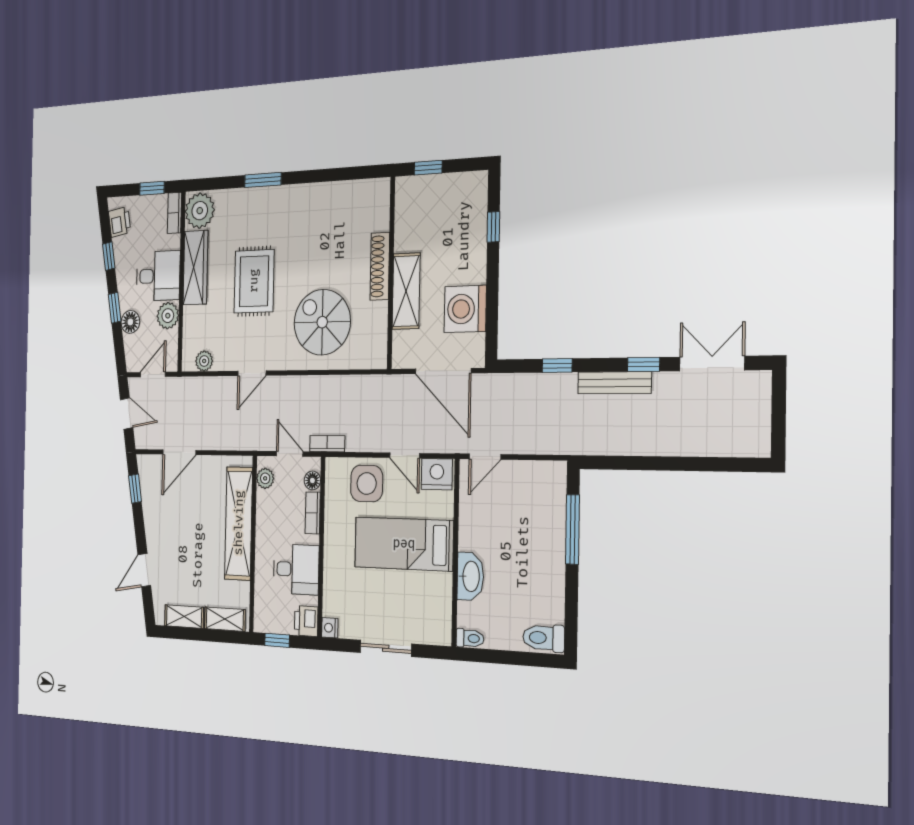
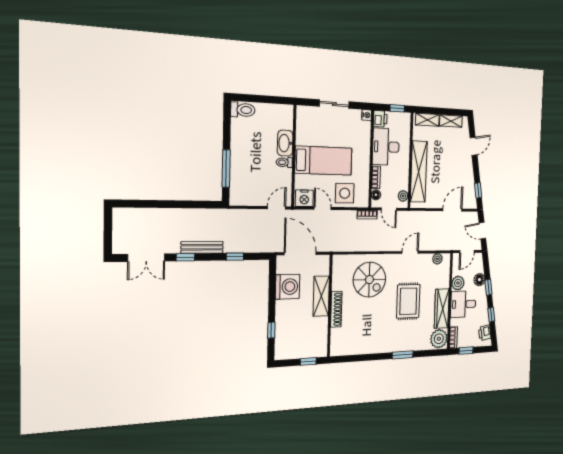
desk: (296, 569) -> (386, 147), width x1.37
toilet: (470, 638) -> (284, 162), moved

